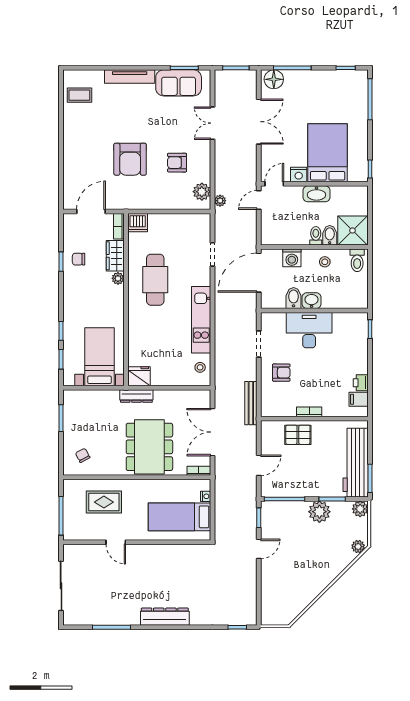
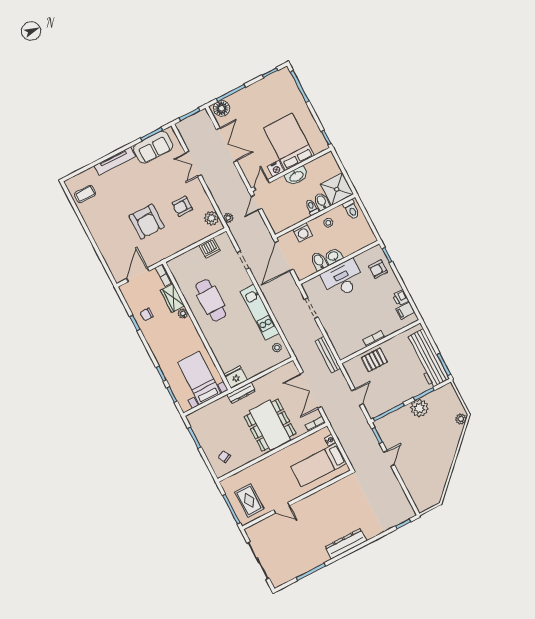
dishwasher: (138, 223) -> (209, 248), moved
armchair: (281, 373) -> (378, 269), moved, turned 180
rug: (104, 502) -> (249, 500), moved, turned 90
plant: (360, 509) -> (448, 391), removed

